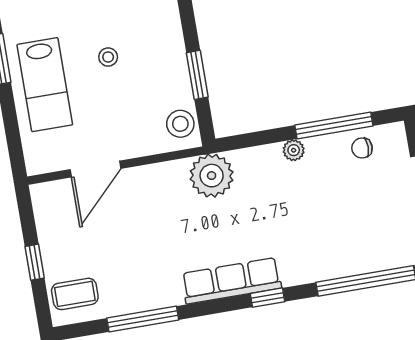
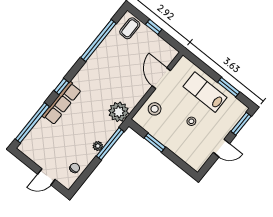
stool: (180, 124) -> (155, 109), moved
window: (334, 125) -> (110, 144), moved
row of seats: (231, 281) -> (62, 103), moved
window: (143, 319) -> (98, 41), width x1.46

